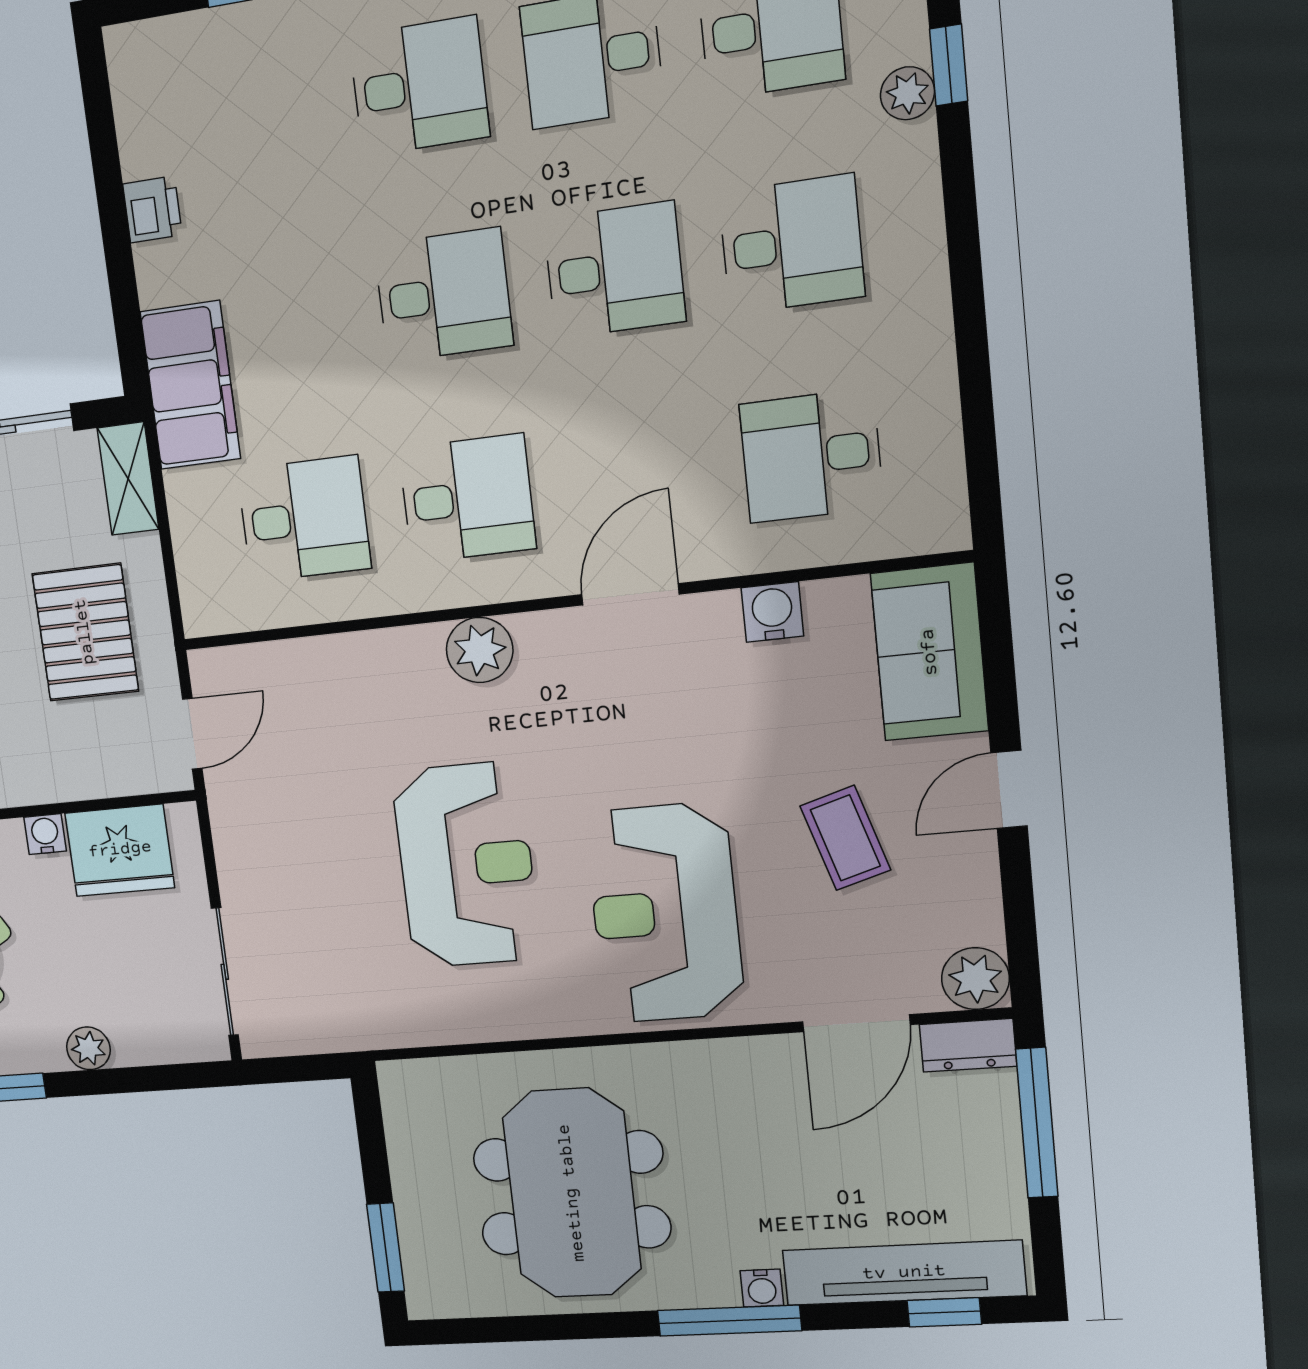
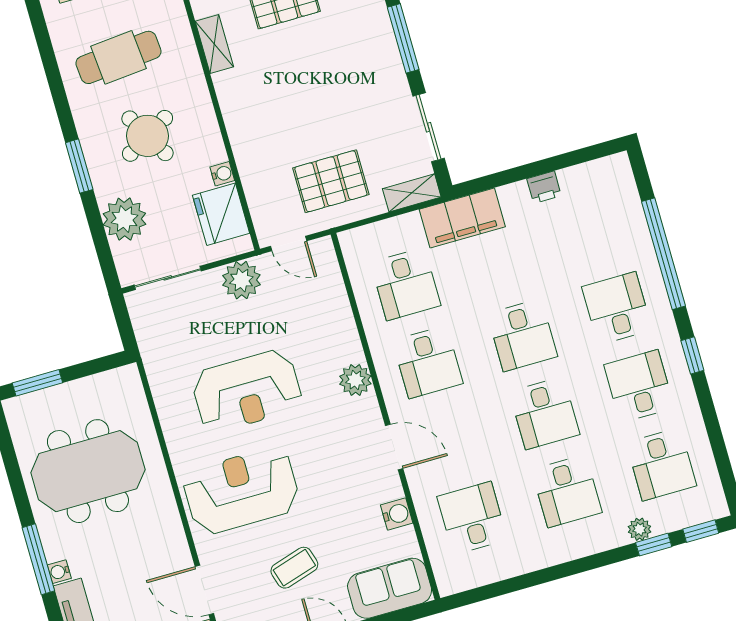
desk: (419, 86) -> (617, 308), turned 180
plant: (249, 836) -> (241, 280), added
plant: (88, 1048) -> (124, 219), width x1.88, depth x1.88

